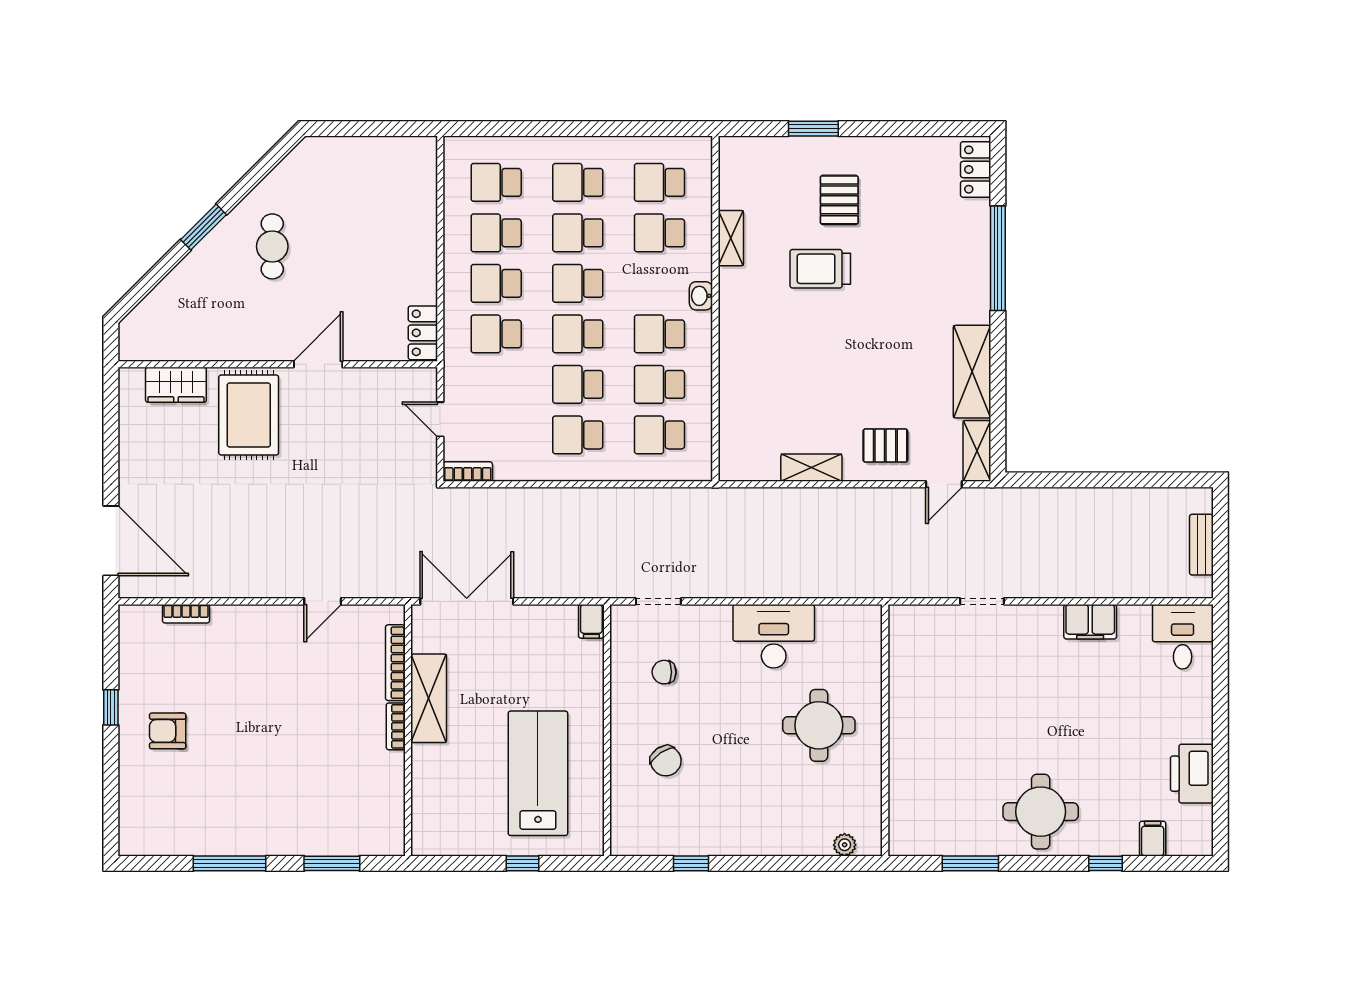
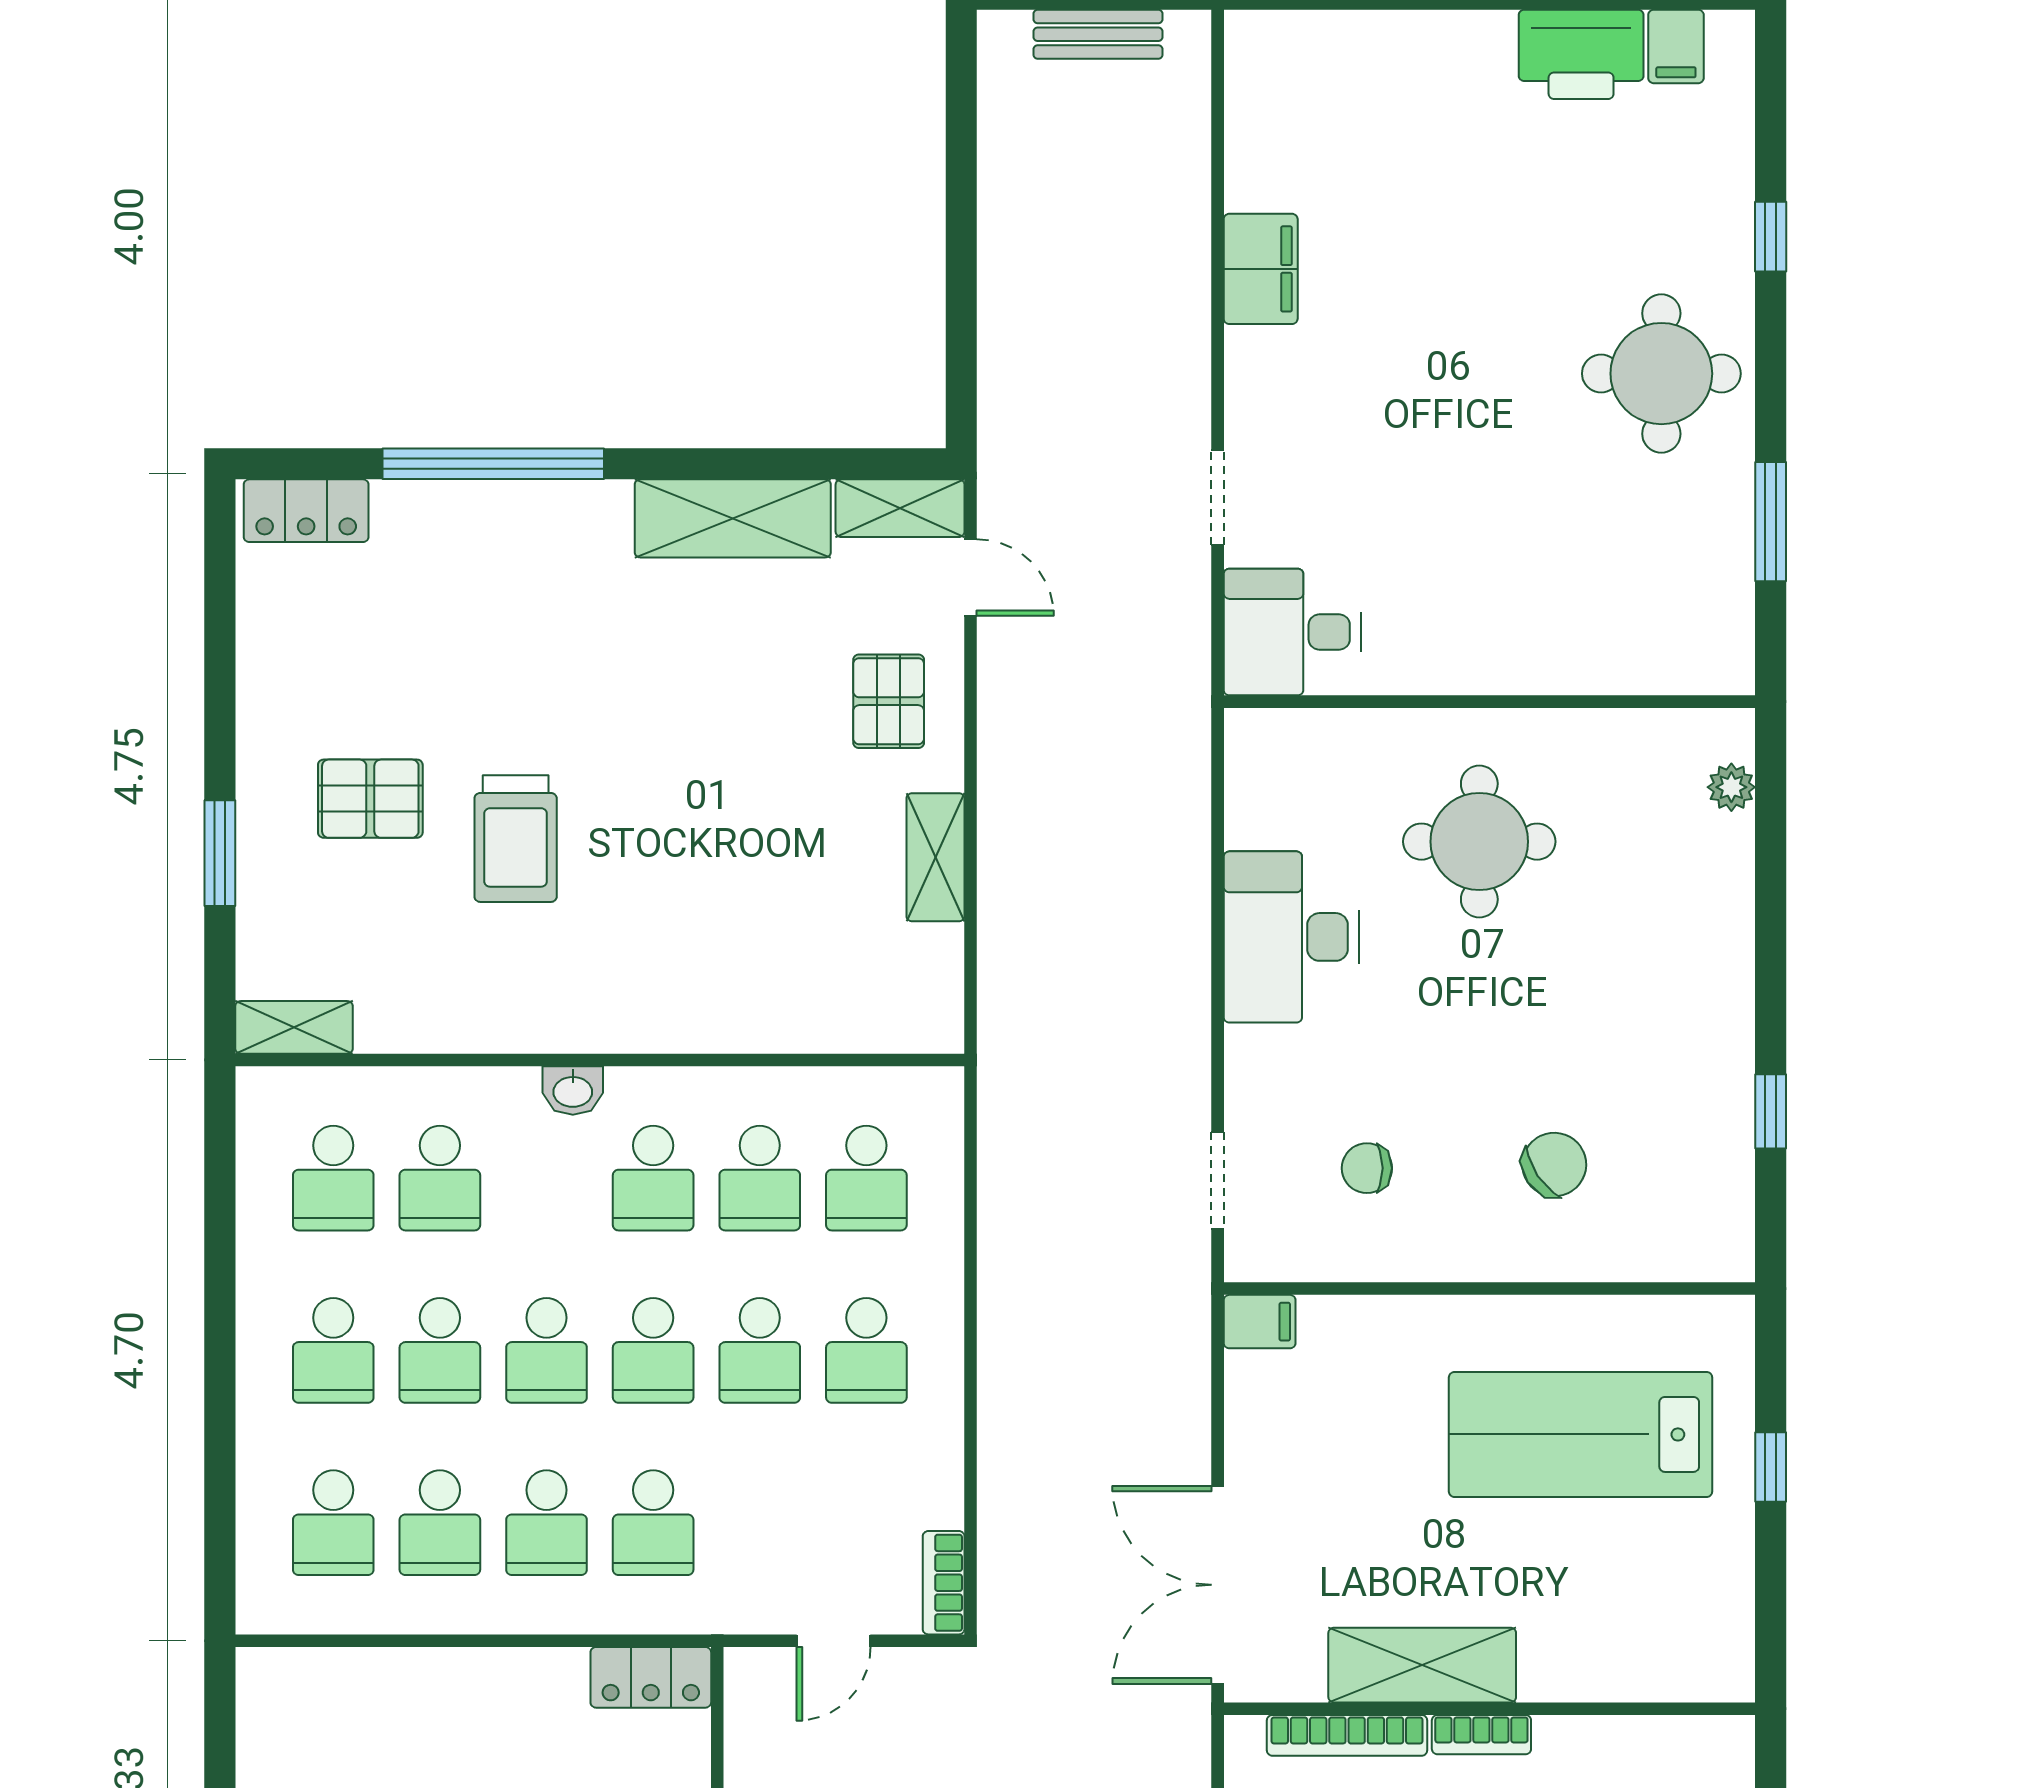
shelving: (731, 238) -> (294, 1027), moved
desk: (1183, 637) -> (1292, 632), moved
chair: (664, 672) -> (1367, 1168), turned 90
filing cabinet: (1153, 839) -> (1676, 46), moved, turned -90

